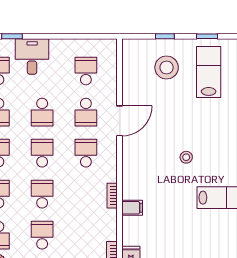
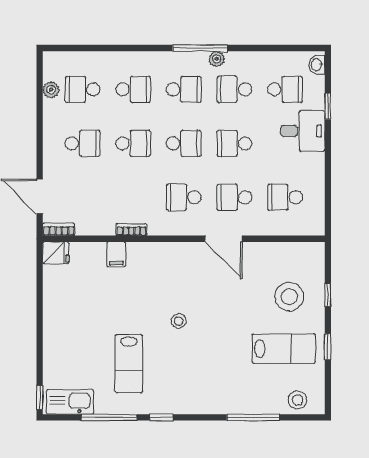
school desk: (86, 71) -> (285, 197), turned 180
school desk: (86, 153) -> (184, 197), turned 180

